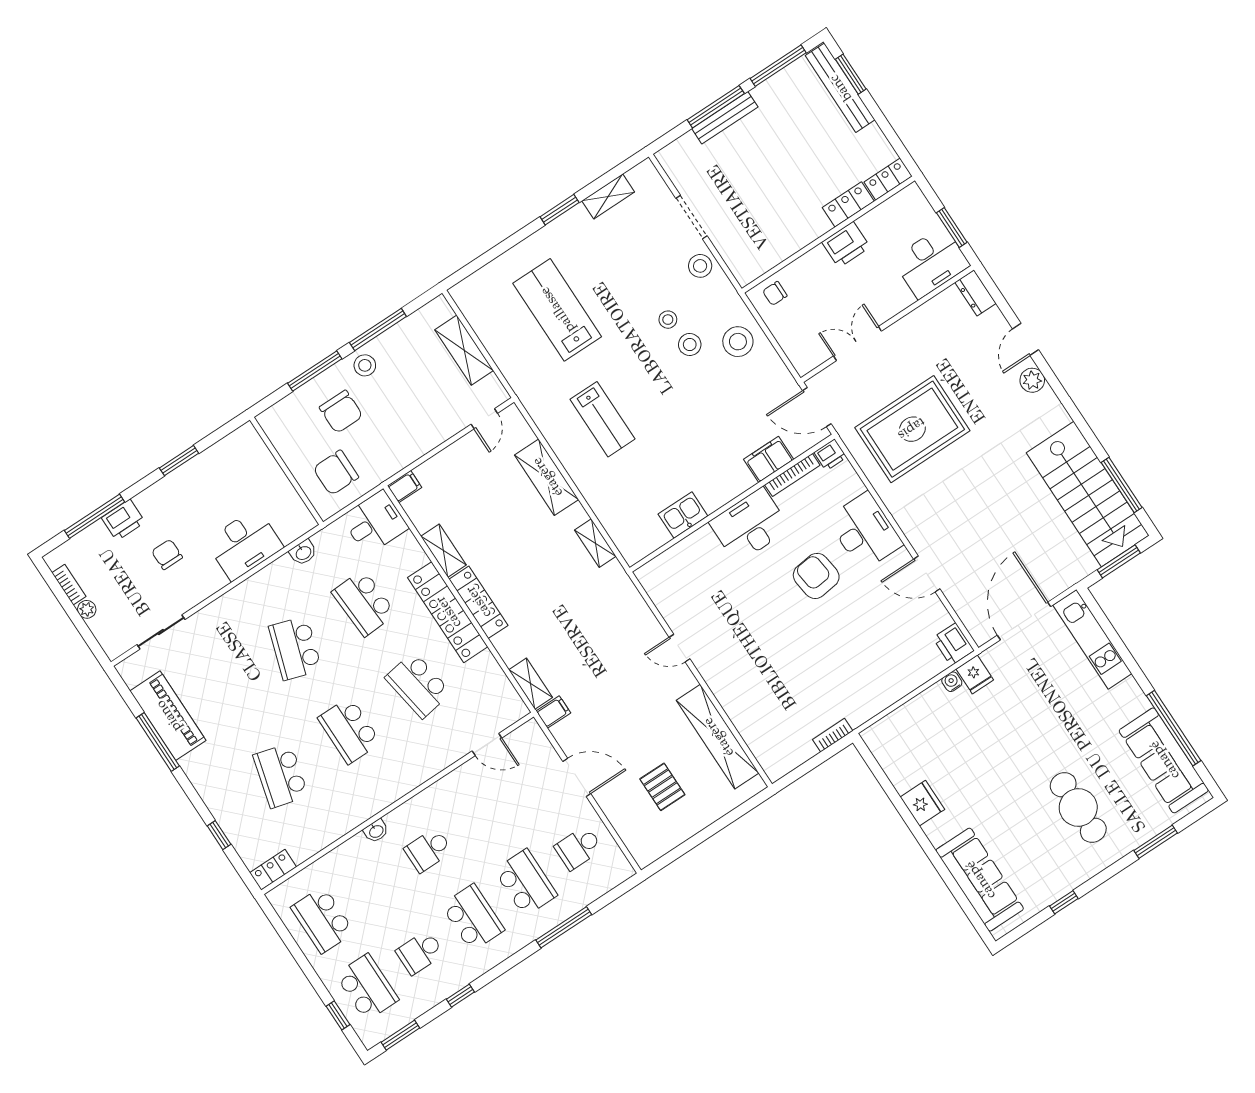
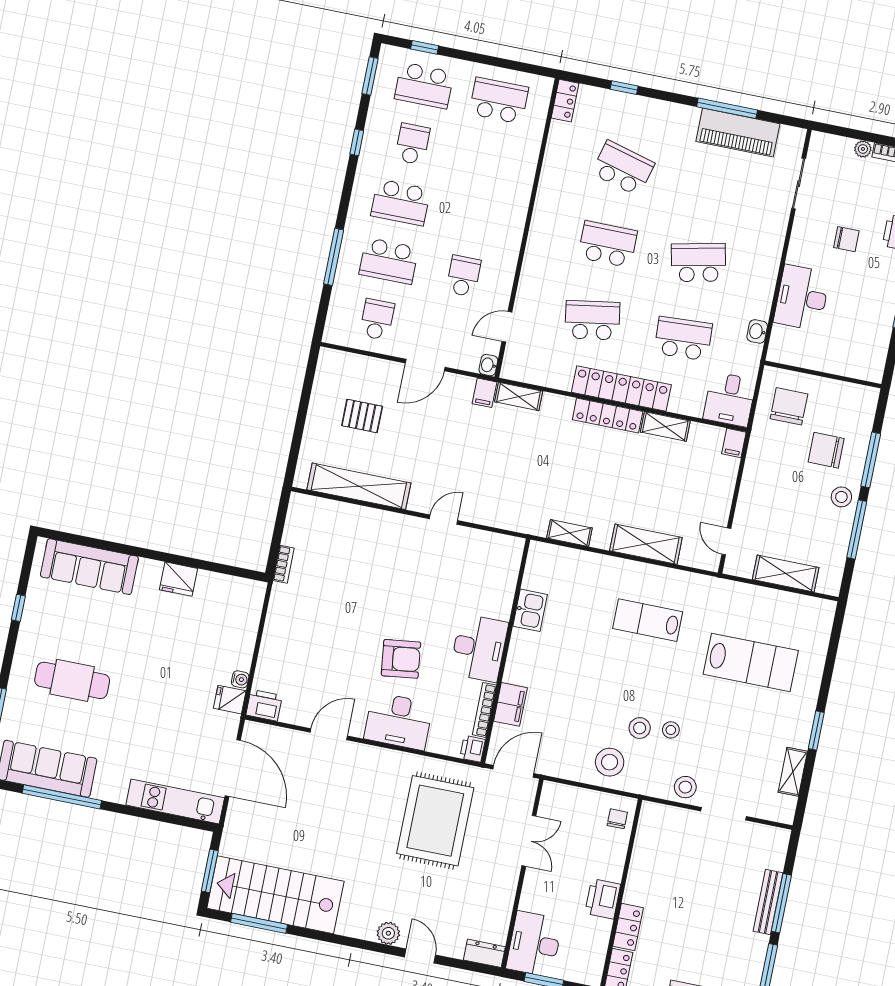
school desk: (295, 648) -> (699, 263), turned -30
washbasin: (376, 831) -> (488, 365), moved
school desk: (428, 850) -> (463, 276), moved

